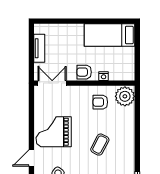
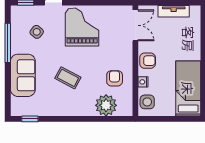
armchair: (84, 72) -> (148, 61), turned 90
side table: (122, 72) -> (147, 102), added
plant: (125, 96) -> (106, 105), moved

